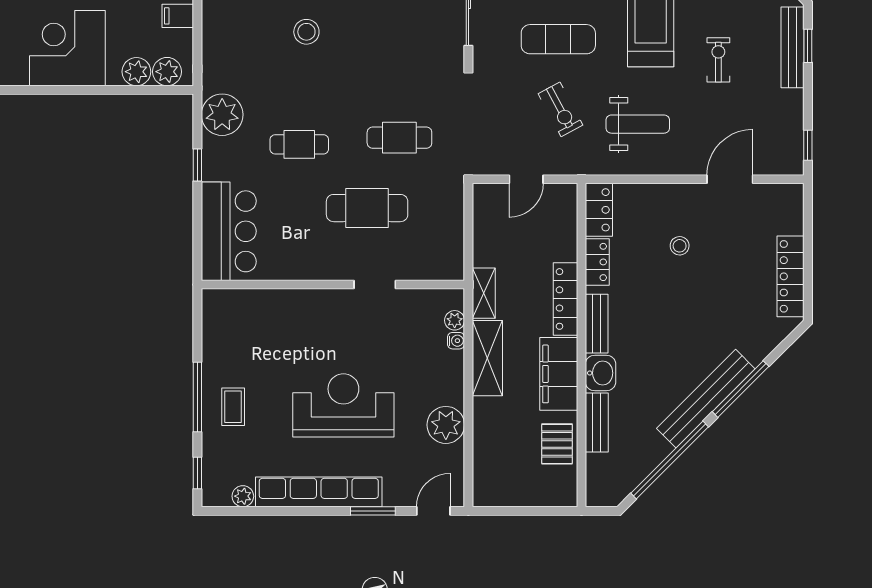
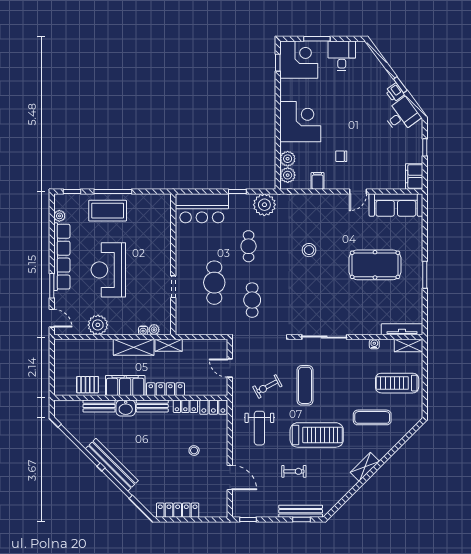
reception desk: (343, 405) -> (108, 270), turned 180
coffee table: (233, 407) -> (108, 211), width x1.86, depth x1.72

